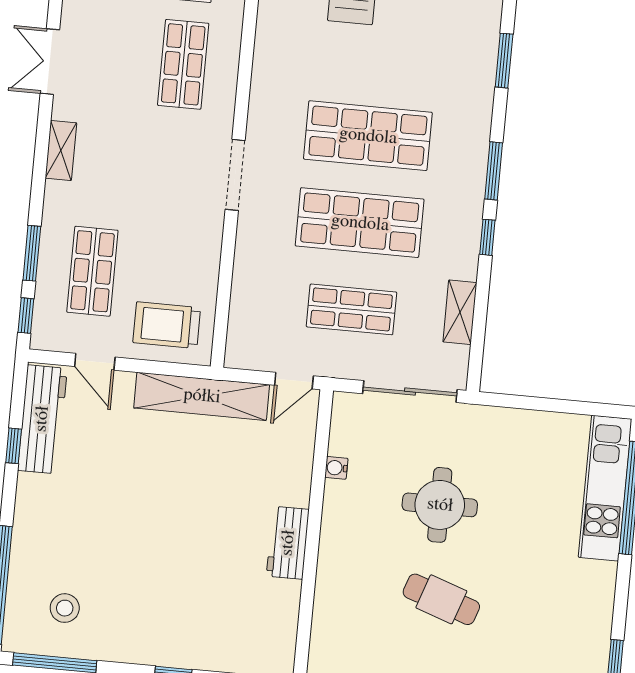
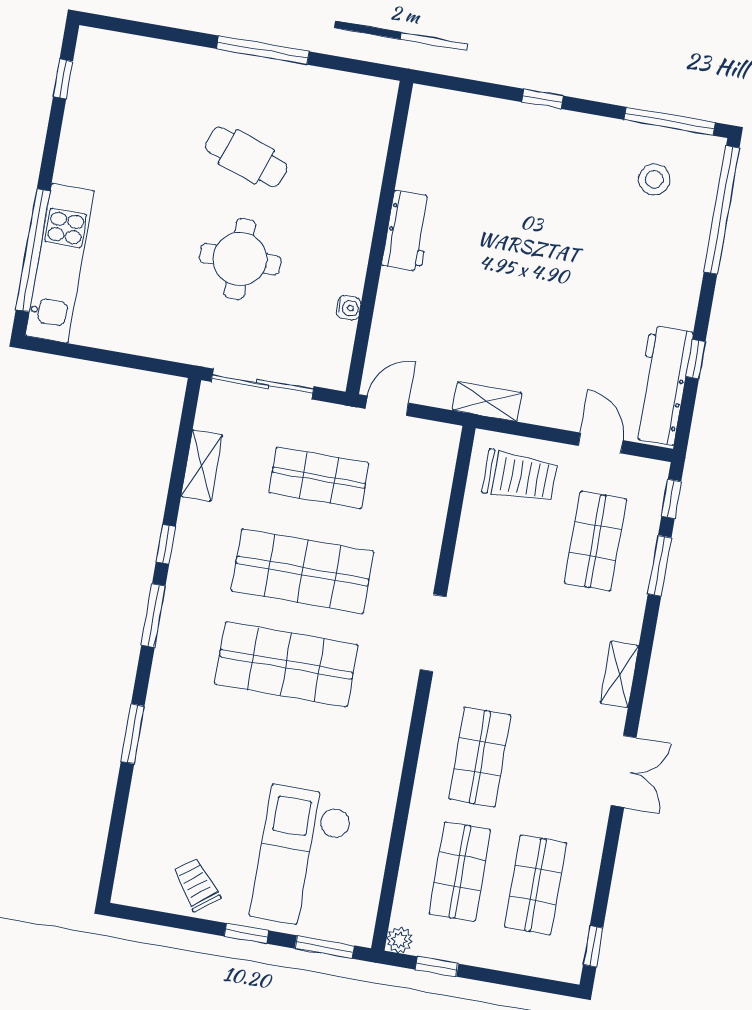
shelving: (202, 396) -> (487, 402), width x0.45, depth x0.75

